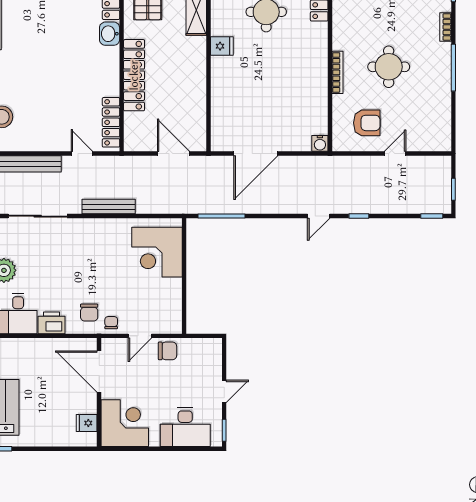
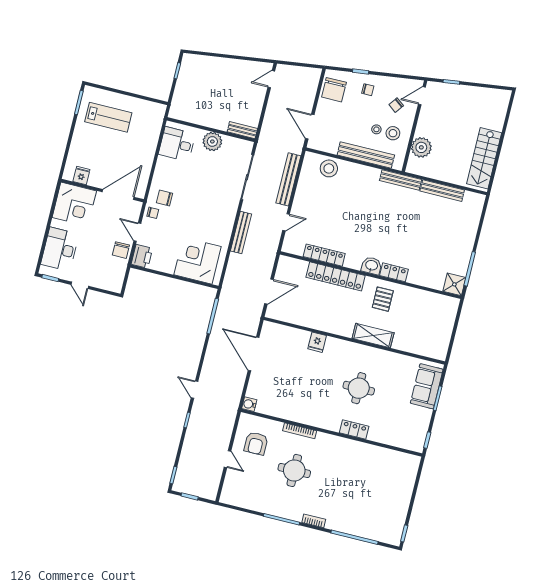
fridge: (222, 46) -> (317, 342), moved
locker: (111, 122) -> (324, 255), moved
printer: (51, 323) -> (142, 256), moved

